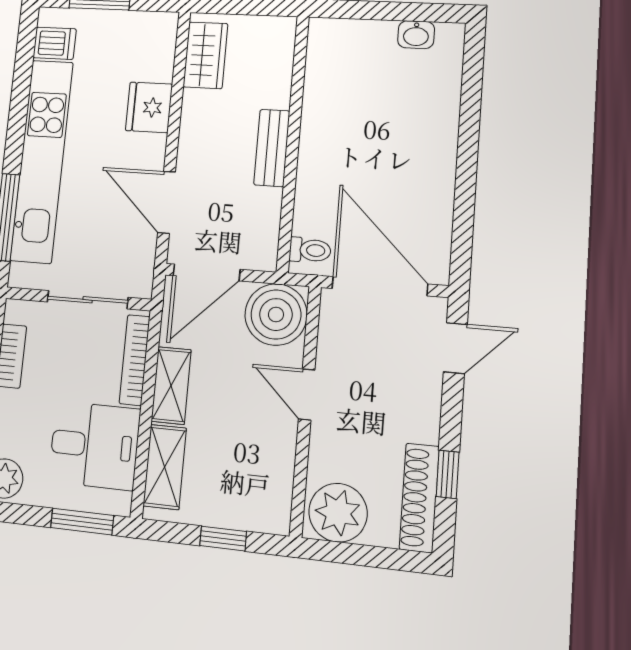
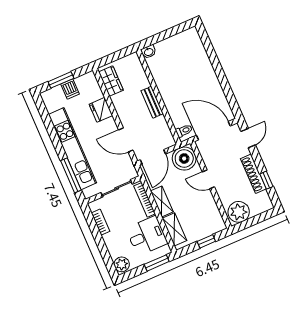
washbasin: (416, 35) -> (149, 52), moved
dishwasher: (55, 43) -> (70, 89), moved, turned 90
shoe rack: (419, 498) -> (253, 174), moved

